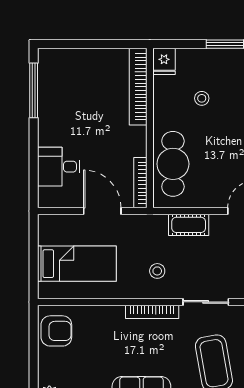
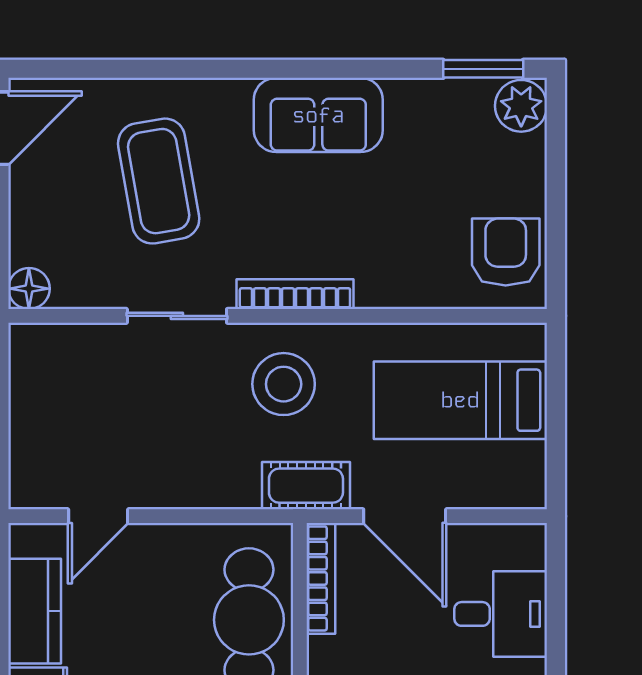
cot: (189, 225) -> (306, 486), moved
stool: (157, 271) -> (284, 384), width x1.89, depth x1.89
armchair: (56, 331) -> (506, 252), turned 90

